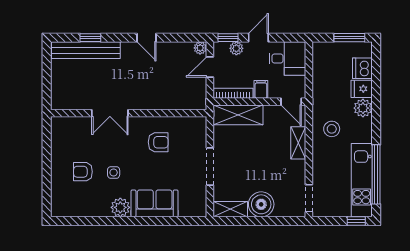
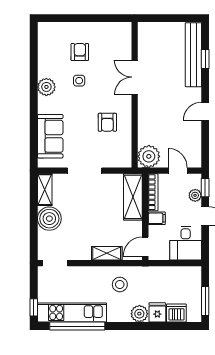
plant: (200, 48) -> (149, 156), moved, width x1.88, depth x1.88
sofa: (155, 203) -> (50, 136), moved

